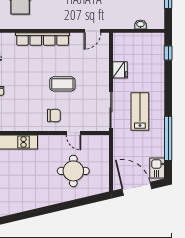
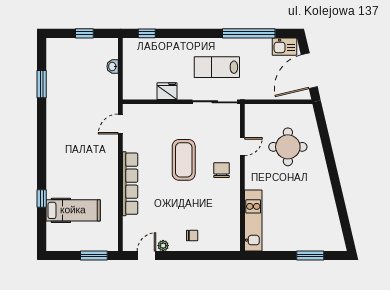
door: (92, 31) -> (120, 124), swing flipped
coffee table: (62, 84) -> (184, 160), width x1.36, depth x1.32

